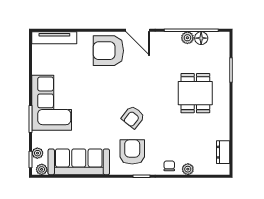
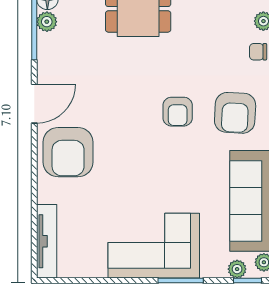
armchair: (133, 117) -> (178, 112), turned 52
armchair: (132, 152) -> (235, 113), turned -87

